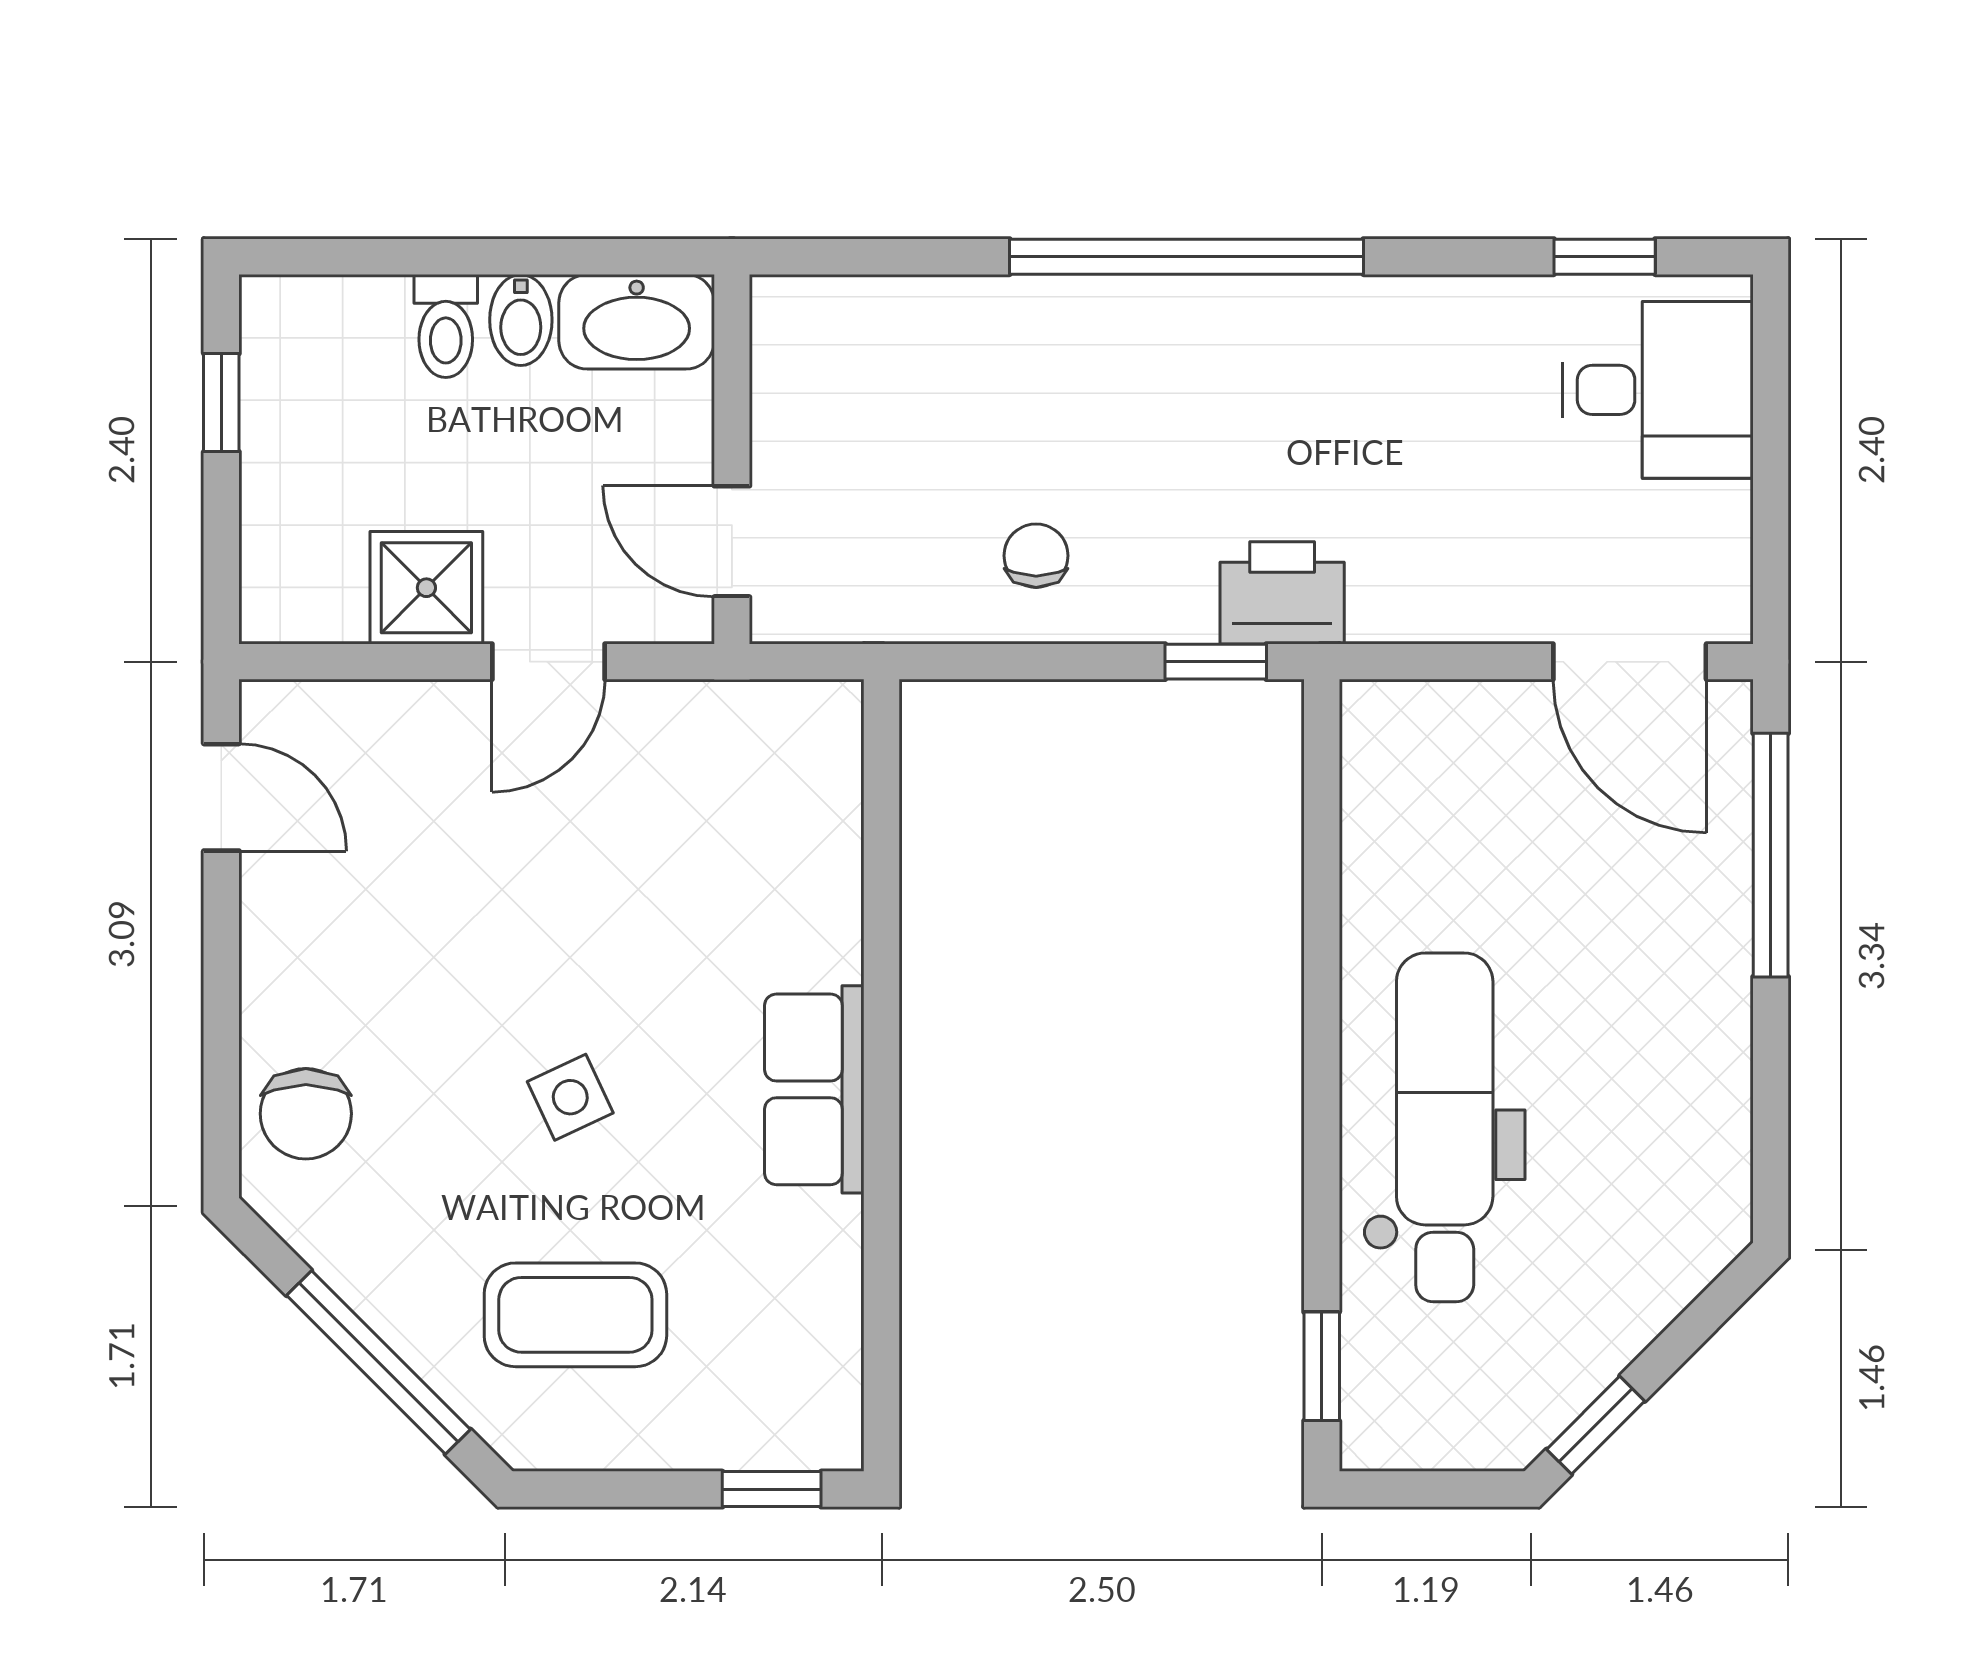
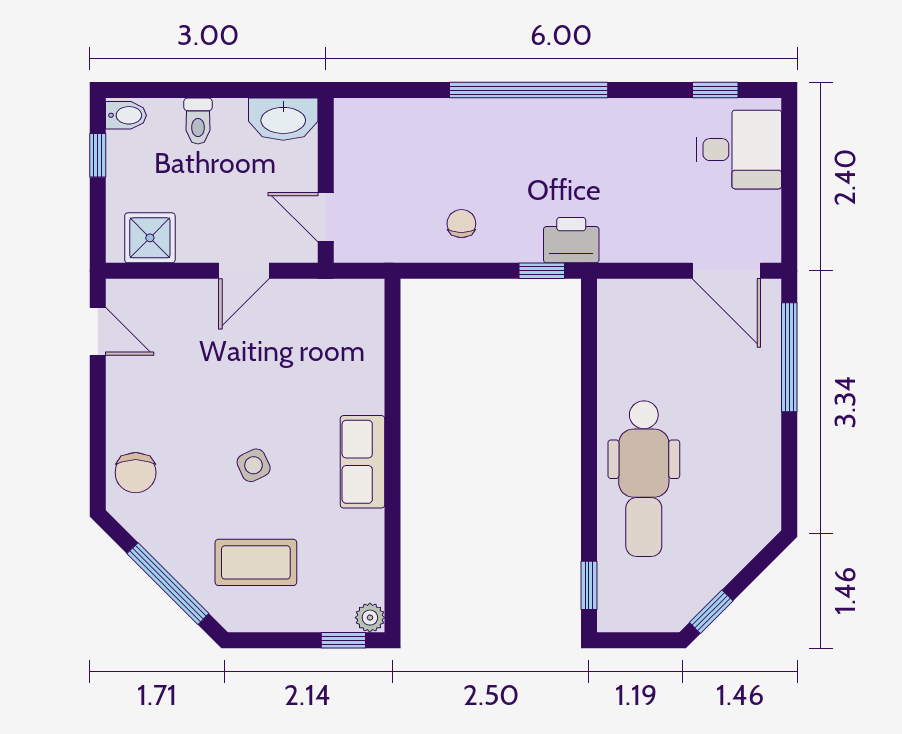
bidet: (521, 320) -> (126, 115), moved, turned -90
shower: (426, 588) -> (150, 238), moved
dental chair: (1445, 1127) -> (644, 479), turned 180
plant: (831, 1438) -> (370, 618), added

